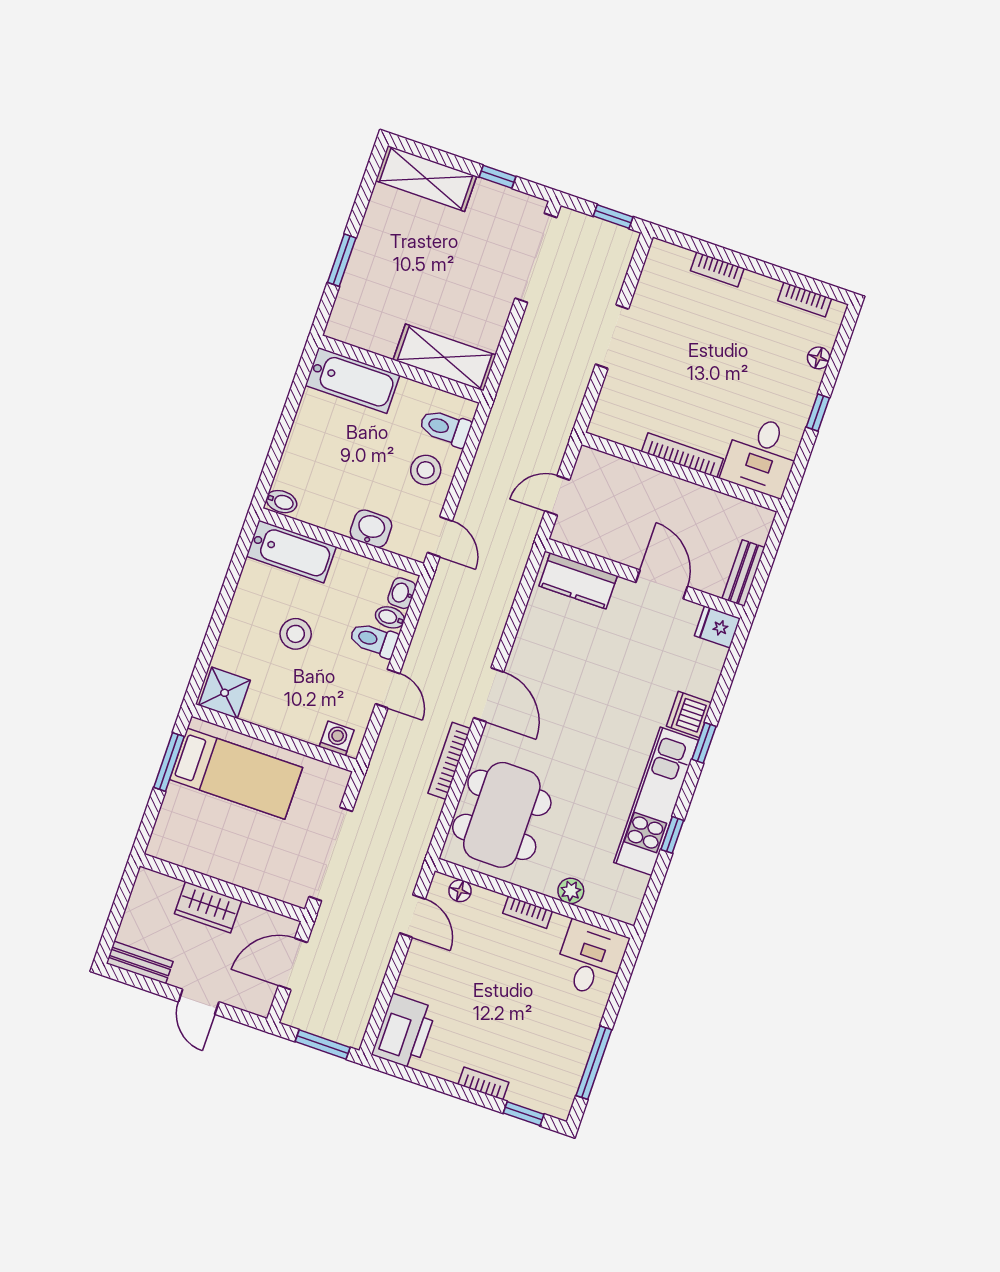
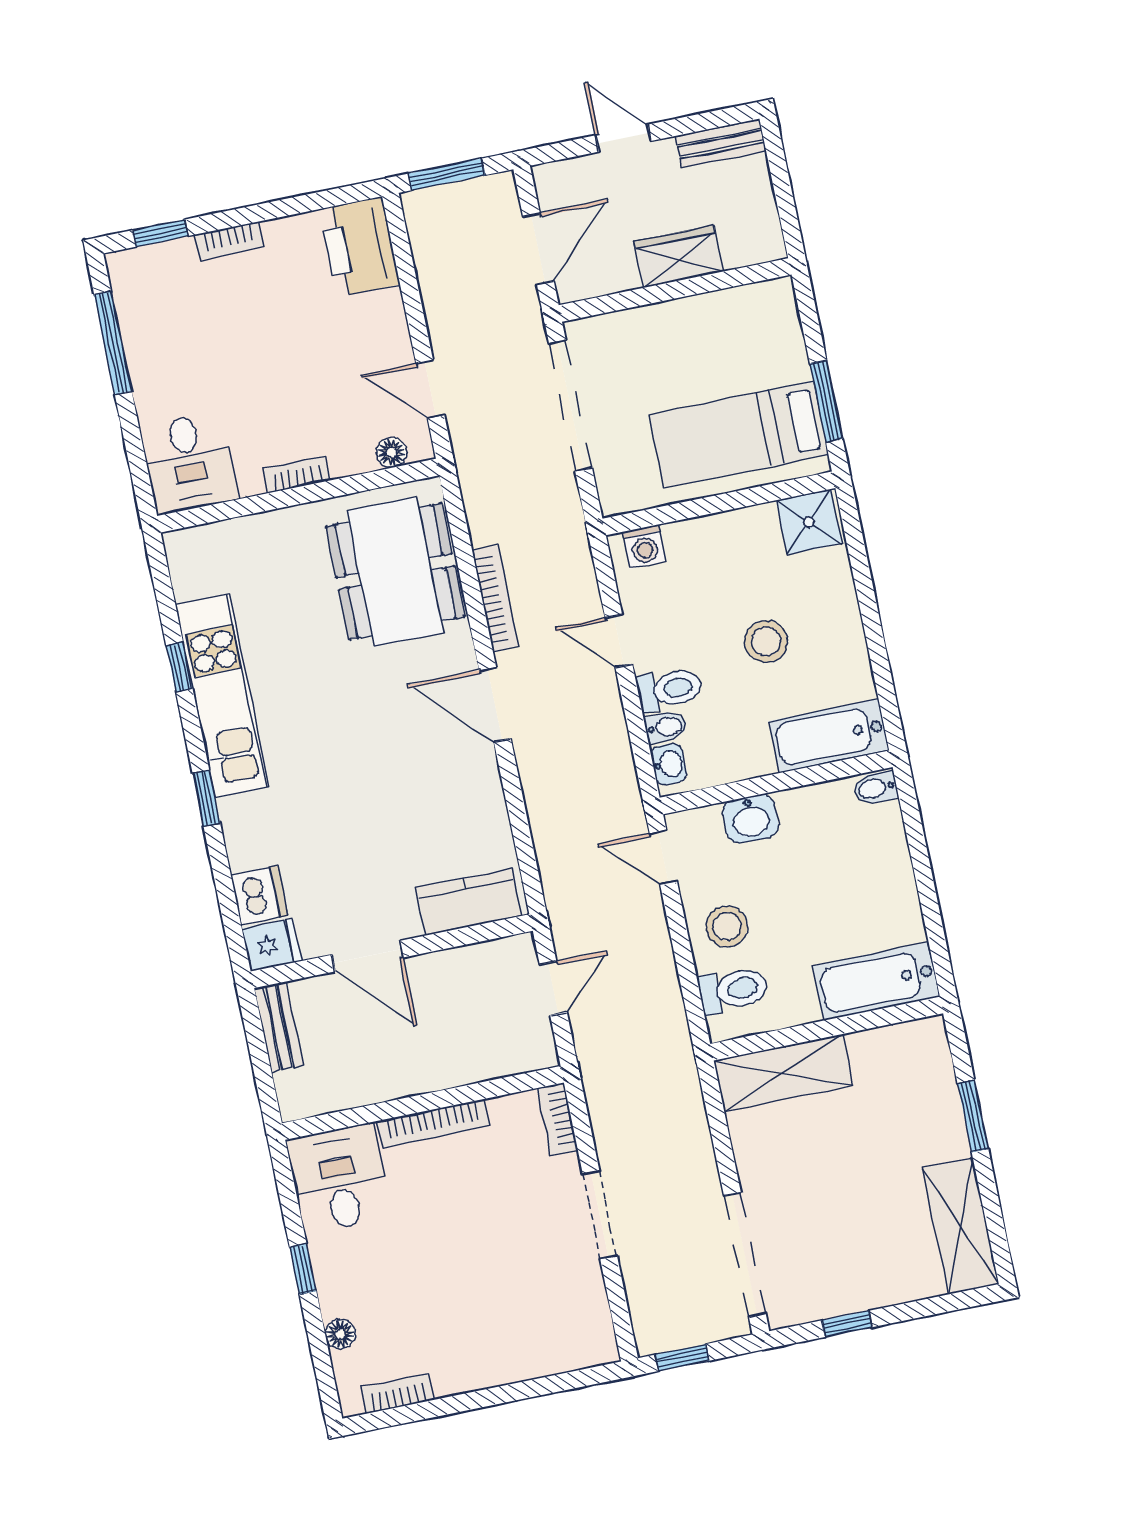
shelving: (426, 179) -> (961, 1226), moved, turned 90
bookcase: (717, 269) -> (558, 1119), moved, turned -90
dishwasher: (689, 714) -> (259, 895), moved
plant: (571, 891) -> (260, 530), removed

